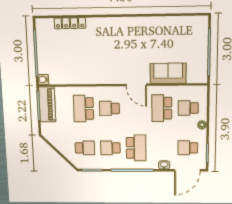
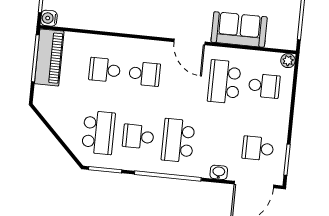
school desk: (109, 108) -> (145, 74), turned 180
school desk: (188, 108) -> (264, 86), turned 180
school desk: (84, 109) -> (105, 70), width x0.54
plant: (202, 125) -> (288, 61), moved
school desk: (85, 148) -> (98, 133), width x1.85
school desk: (136, 148) -> (178, 140), turned 180

